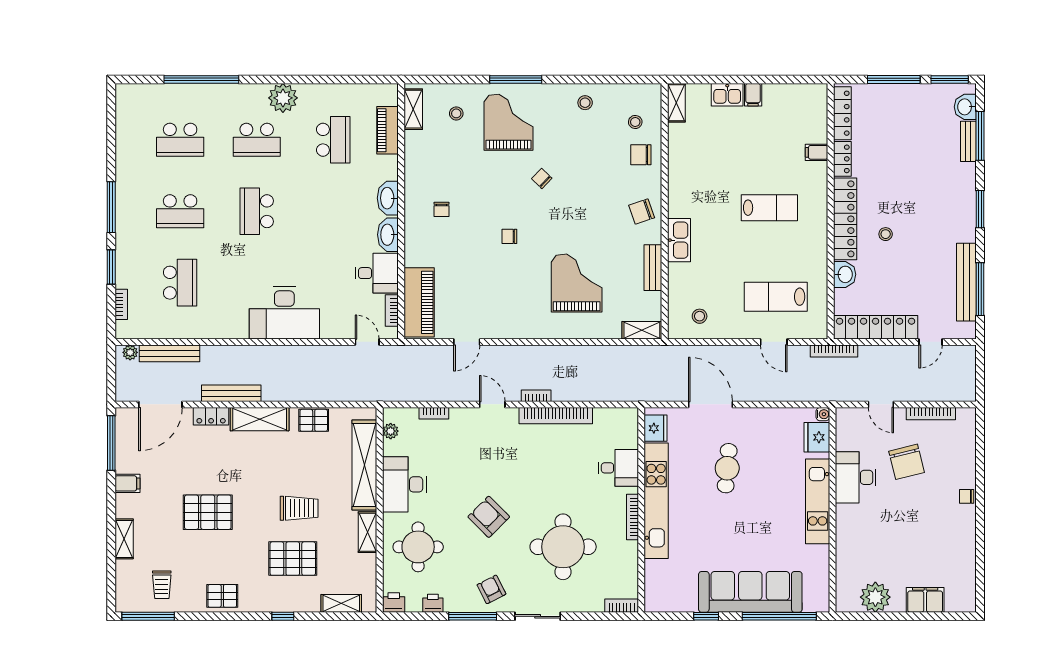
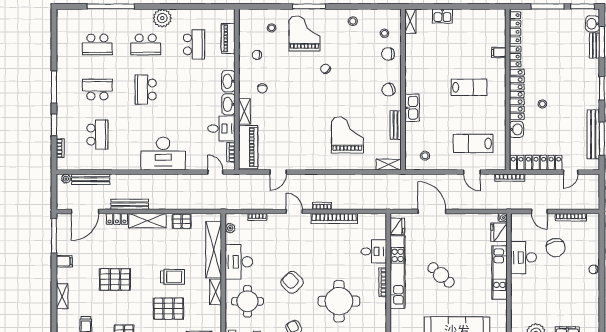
filing cabinet: (753, 95) -> (459, 16), removed
shelving: (413, 109) -> (244, 111), moved
school desk: (180, 211) -> (97, 90), turned 180
chair: (509, 236) -> (257, 55), moved
cafe table: (727, 468) -> (441, 275), moved, turned -53

